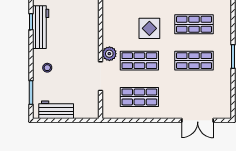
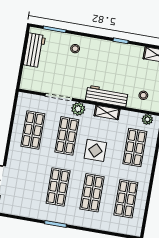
shelving: (108, 23) -> (107, 112), added
workbench: (41, 27) -> (107, 96), moved, turned 180

